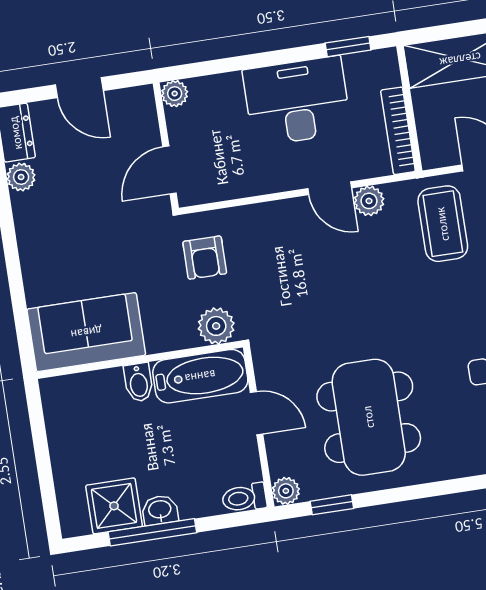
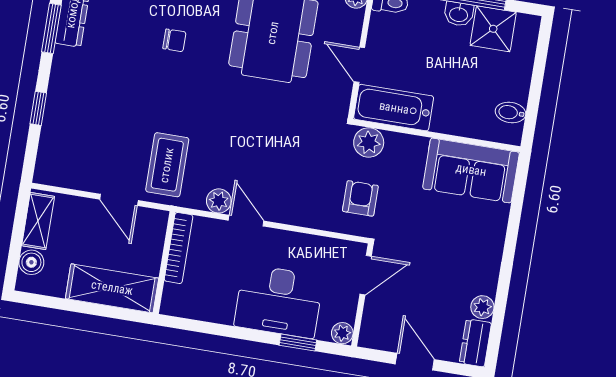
window: (348, 47) -> (298, 343), moved
desk: (297, 101) -> (279, 301), moved
bidet: (139, 382) -> (511, 112), moved, turned -90

